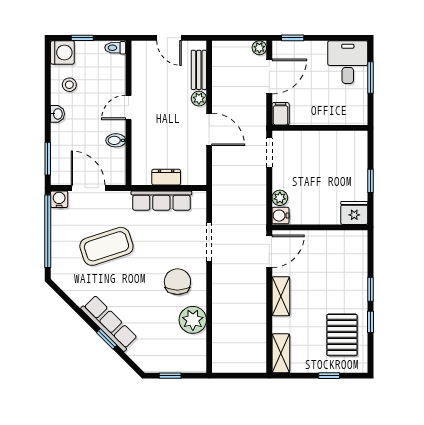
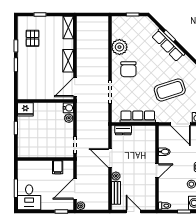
filing cabinet: (281, 114) -> (58, 167), moved
dresser: (166, 177) -> (123, 130), moved
pallet: (342, 335) -> (33, 38), width x0.67, depth x0.71

